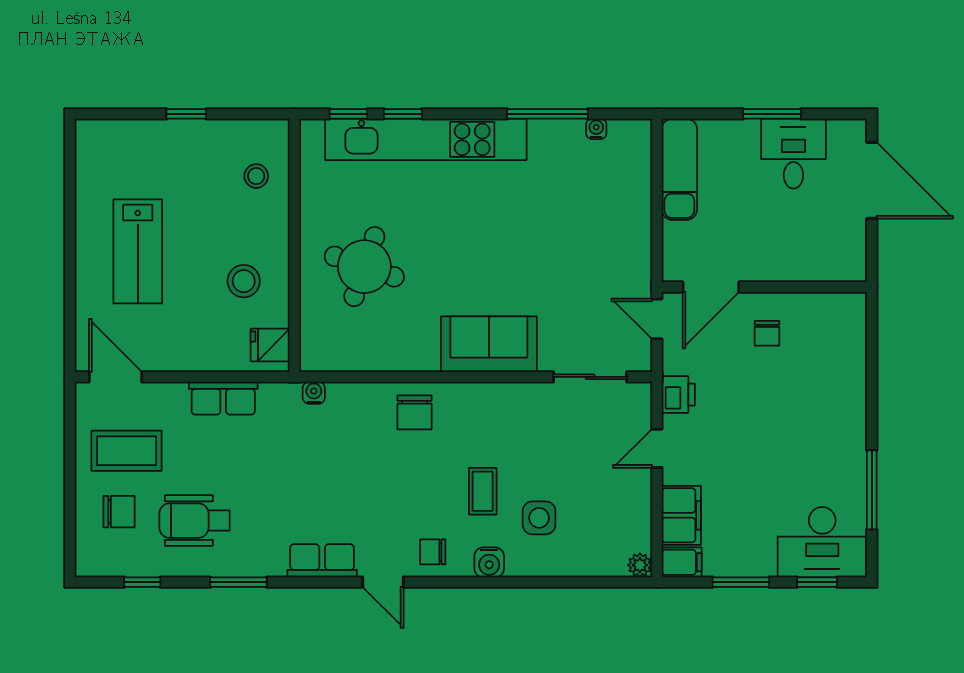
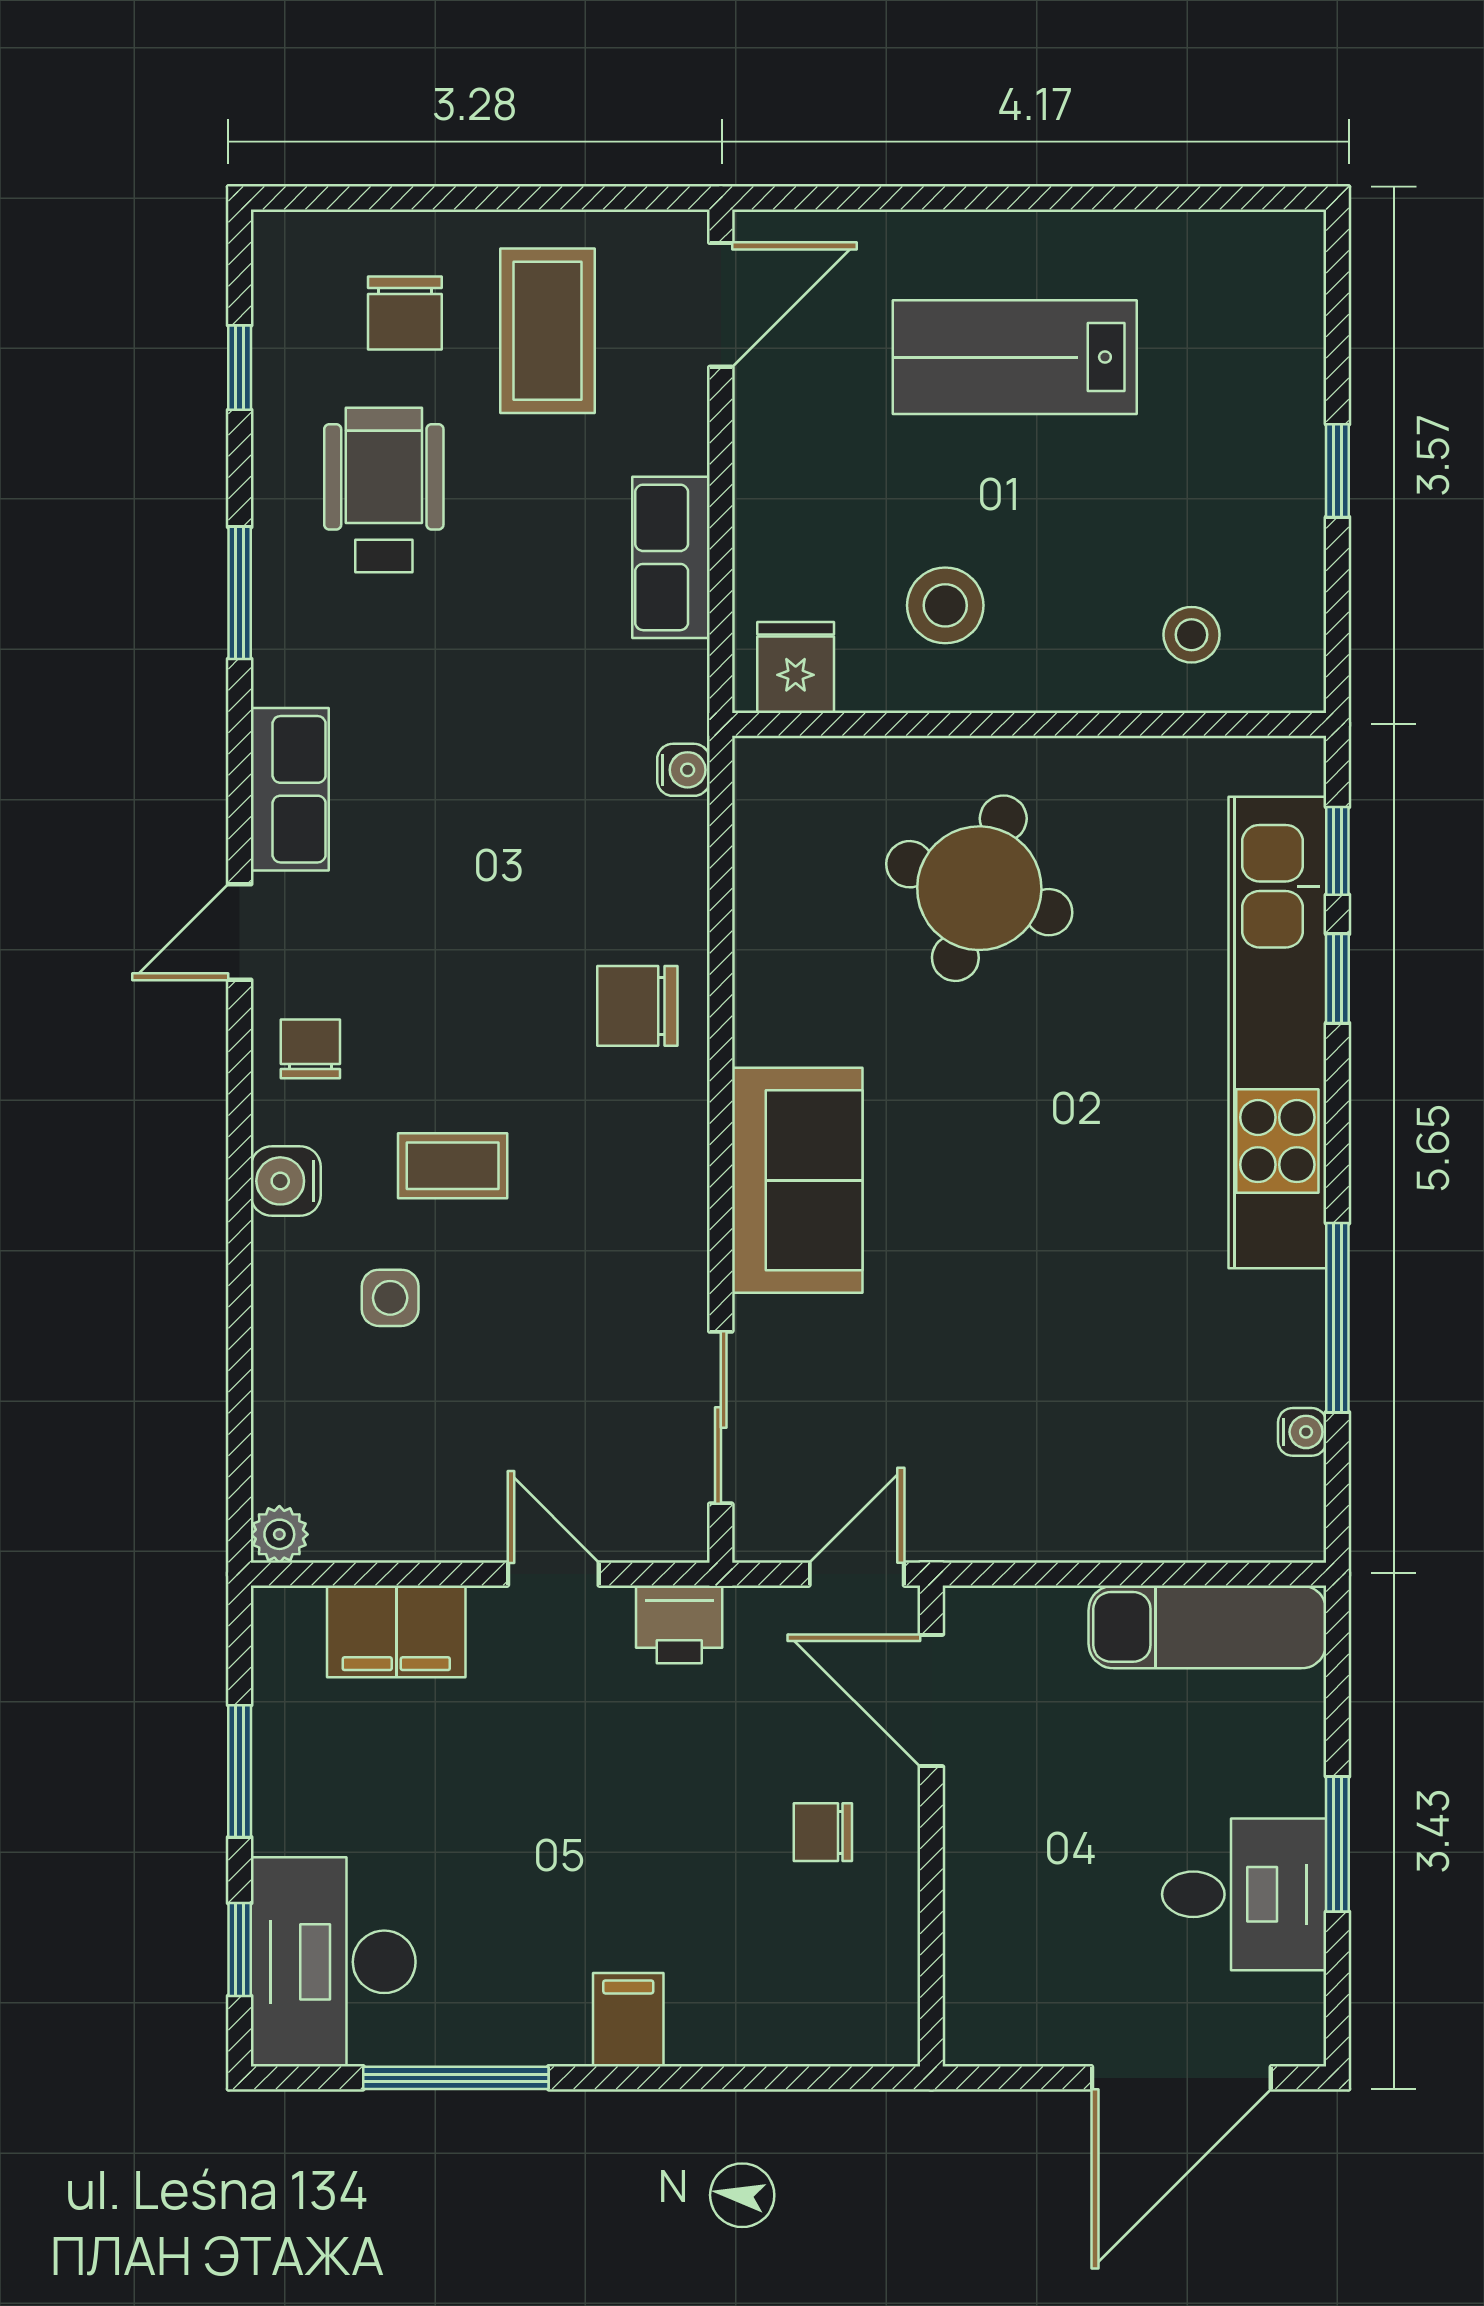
side table: (539, 518) -> (390, 1298), width x0.73, depth x0.73
filing cabinet: (682, 562) -> (628, 2020), moved, turned 180

